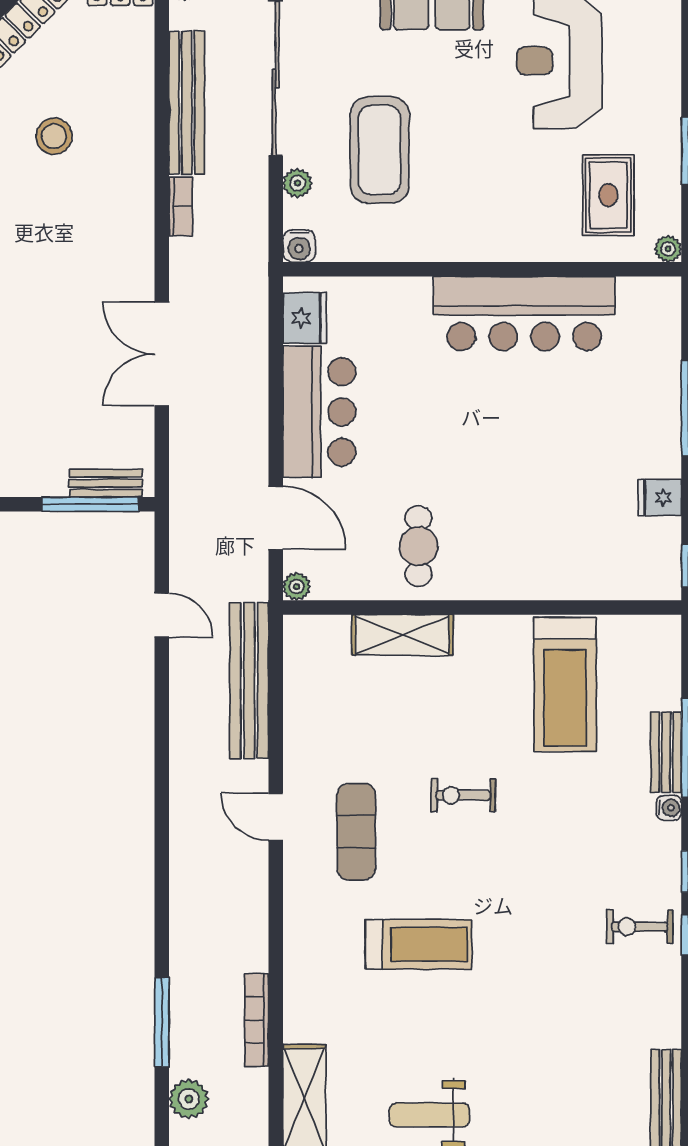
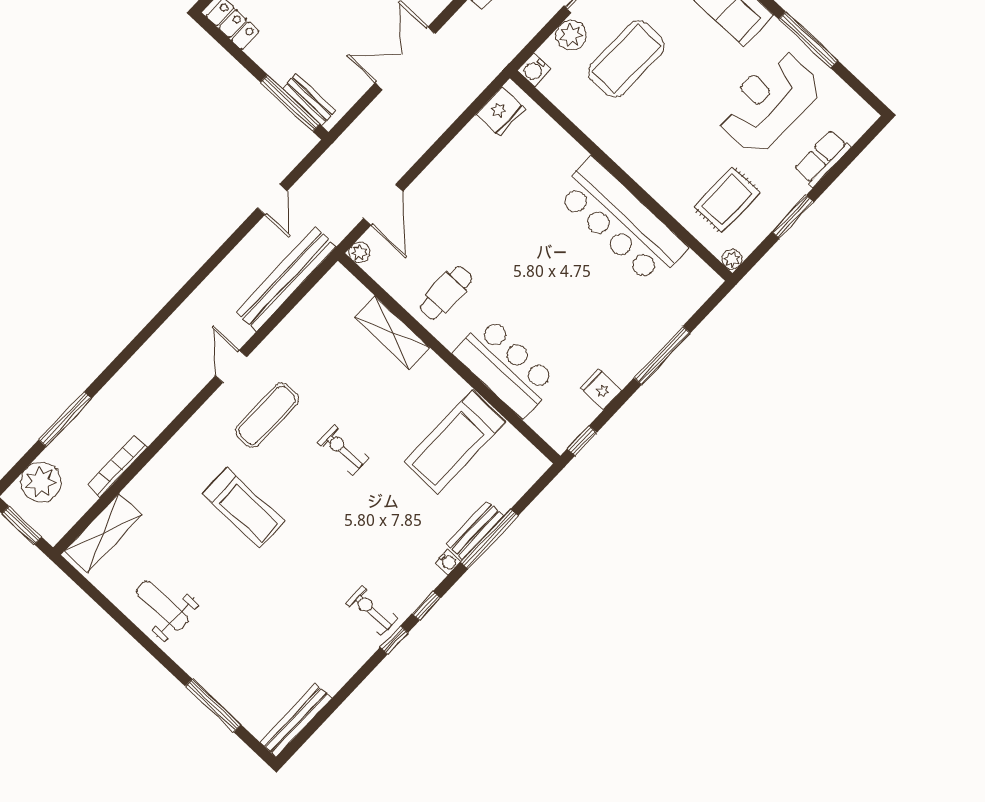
row of seats: (663, 66) -> (822, 158), added
plant: (297, 183) -> (571, 35), width x1.38, depth x1.38
bar counter: (319, 412) -> (506, 367), moved, turned -90
plant: (189, 1099) -> (41, 482), width x1.36, depth x1.36

